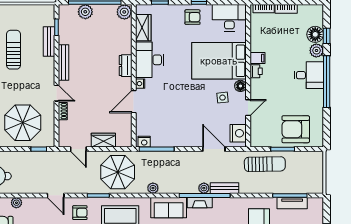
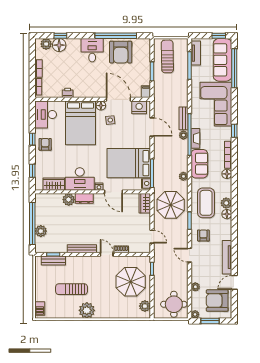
plant: (124, 12) -> (69, 200), moved
bench: (49, 42) -> (53, 261), moved
plant: (316, 50) -> (46, 44), moved
filing cabinet: (258, 58) -> (146, 92), moved
printer: (256, 71) -> (68, 93), moved
window: (327, 82) -> (116, 36), moved
door: (57, 93) -> (107, 254), hinge flipped
door: (248, 108) -> (118, 99), width x1.87
bed: (169, 120) -> (129, 163), added
armchair: (296, 129) -> (121, 52), moved
wardrobe: (103, 140) -> (145, 203), moved
door: (78, 149) -> (152, 237), hinge flipped
door: (214, 149) -> (152, 127), swing flipped
sun lounger: (265, 164) -> (167, 56), moved
door: (56, 195) -> (189, 255), swing flipped
tv unit: (292, 203) -> (196, 53), moved

